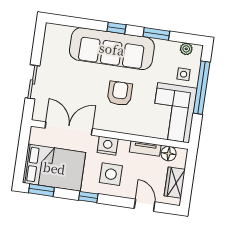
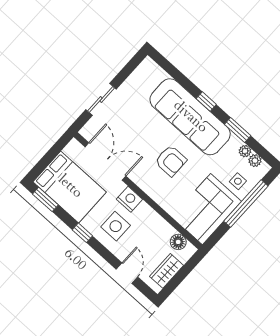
plant: (173, 47) -> (245, 151), added
armchair: (120, 94) -> (171, 161), turned 90
tv unit: (145, 148) -> (161, 224), removed

